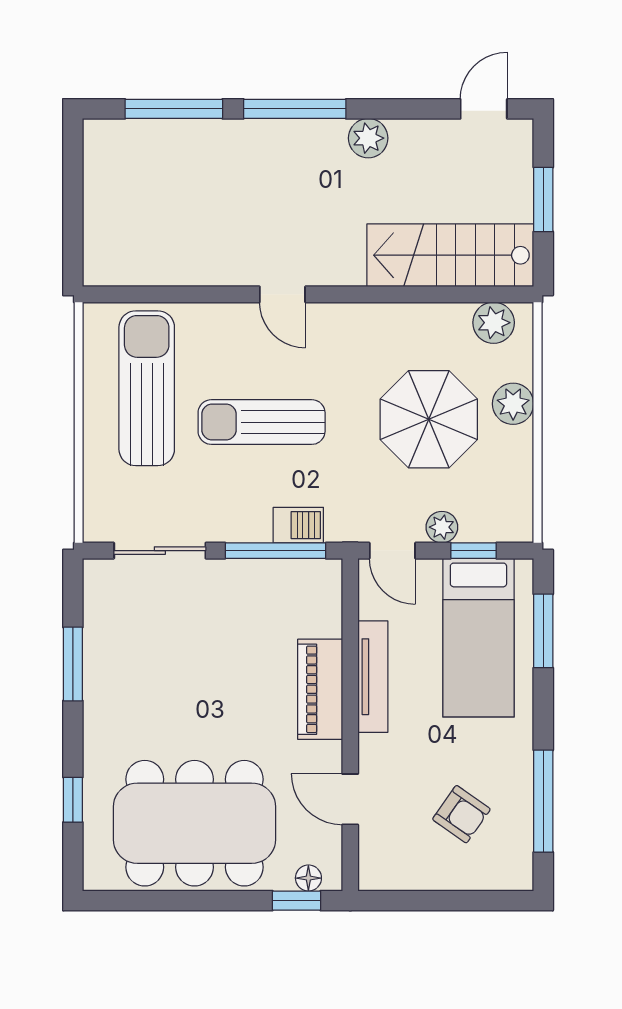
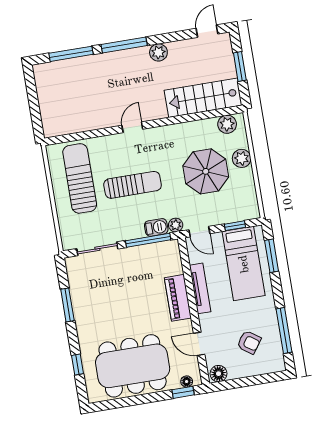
door: (282, 294) -> (132, 127), swing flipped
sun lounger: (262, 422) -> (133, 185), turned 180
plant: (442, 527) -> (176, 225), moved
floor lamp: (382, 872) -> (219, 374), added

